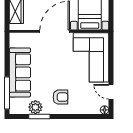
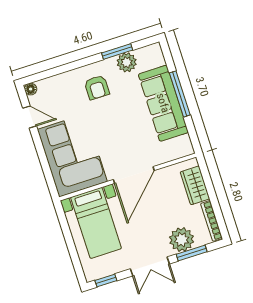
window: (7, 93) -> (180, 94), moved
armchair: (60, 97) -> (97, 87), turned -90

